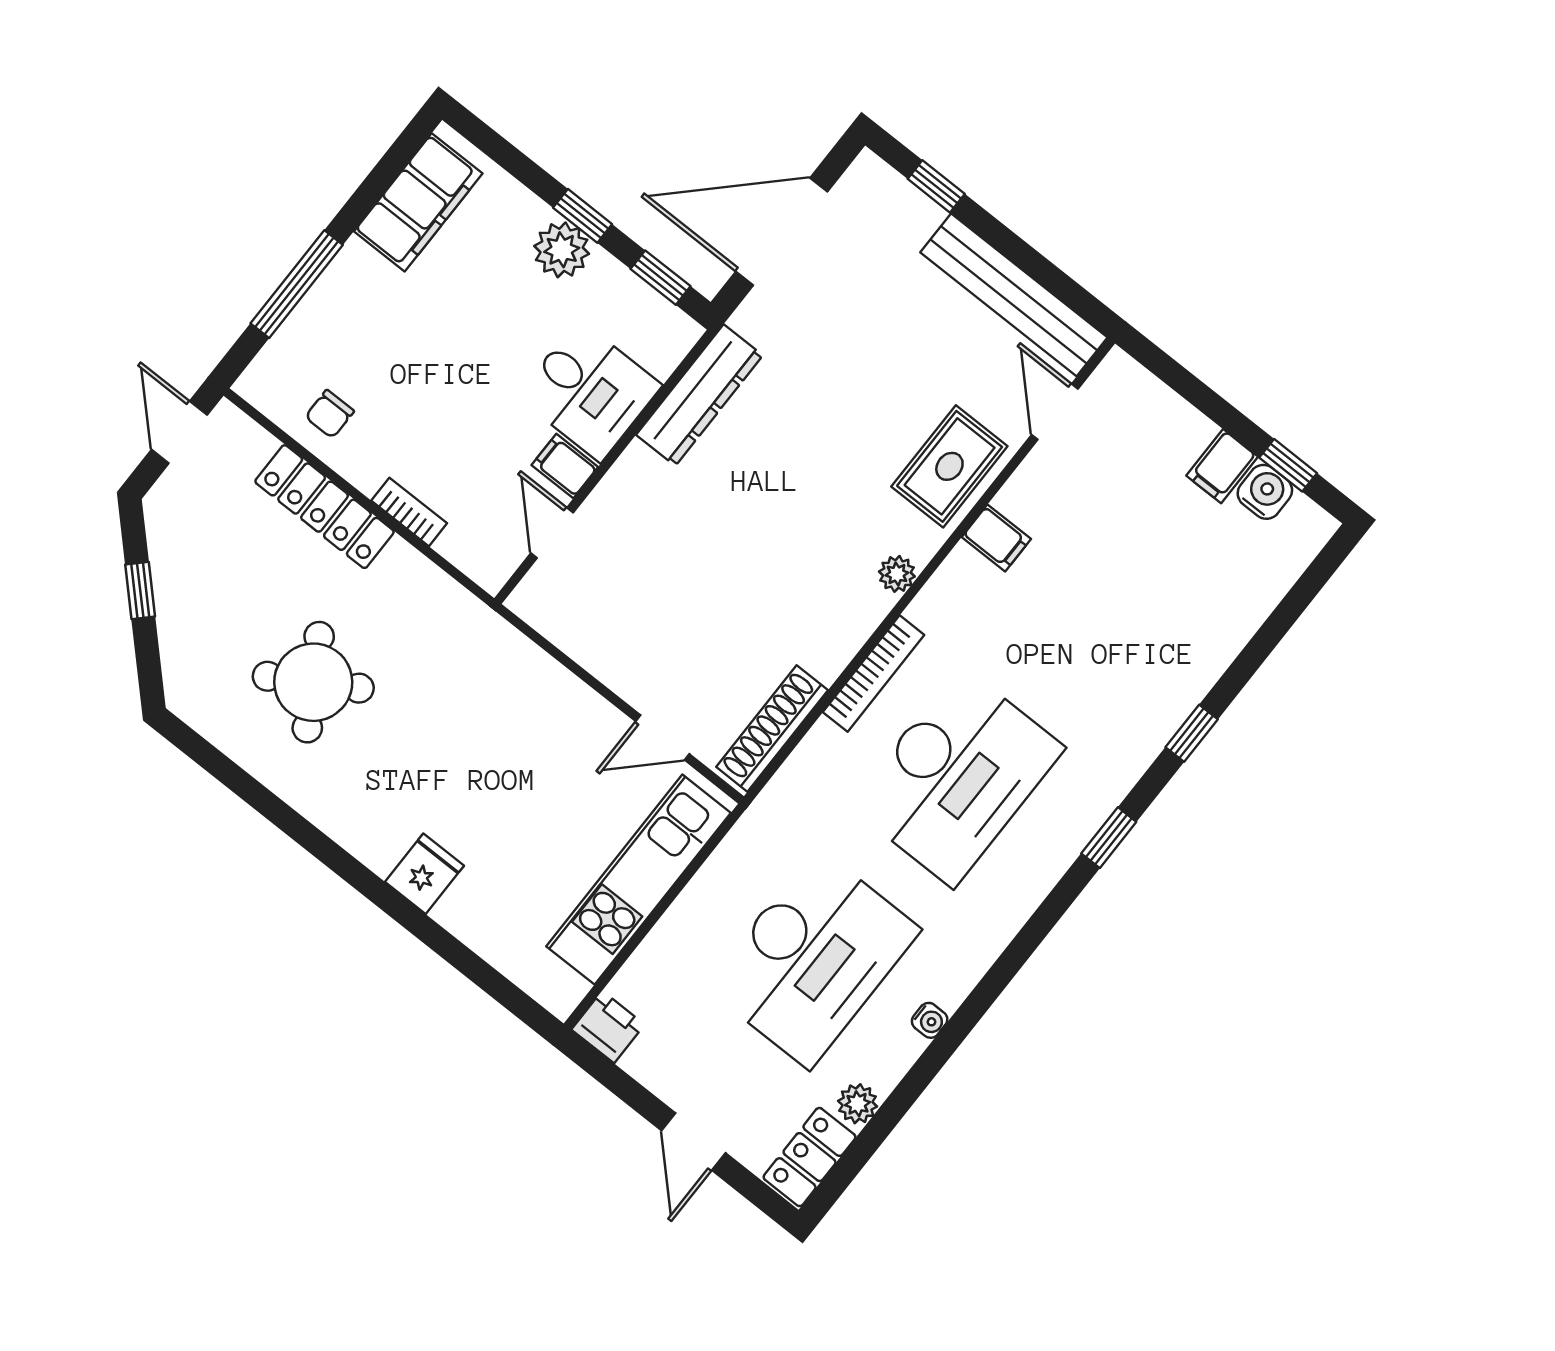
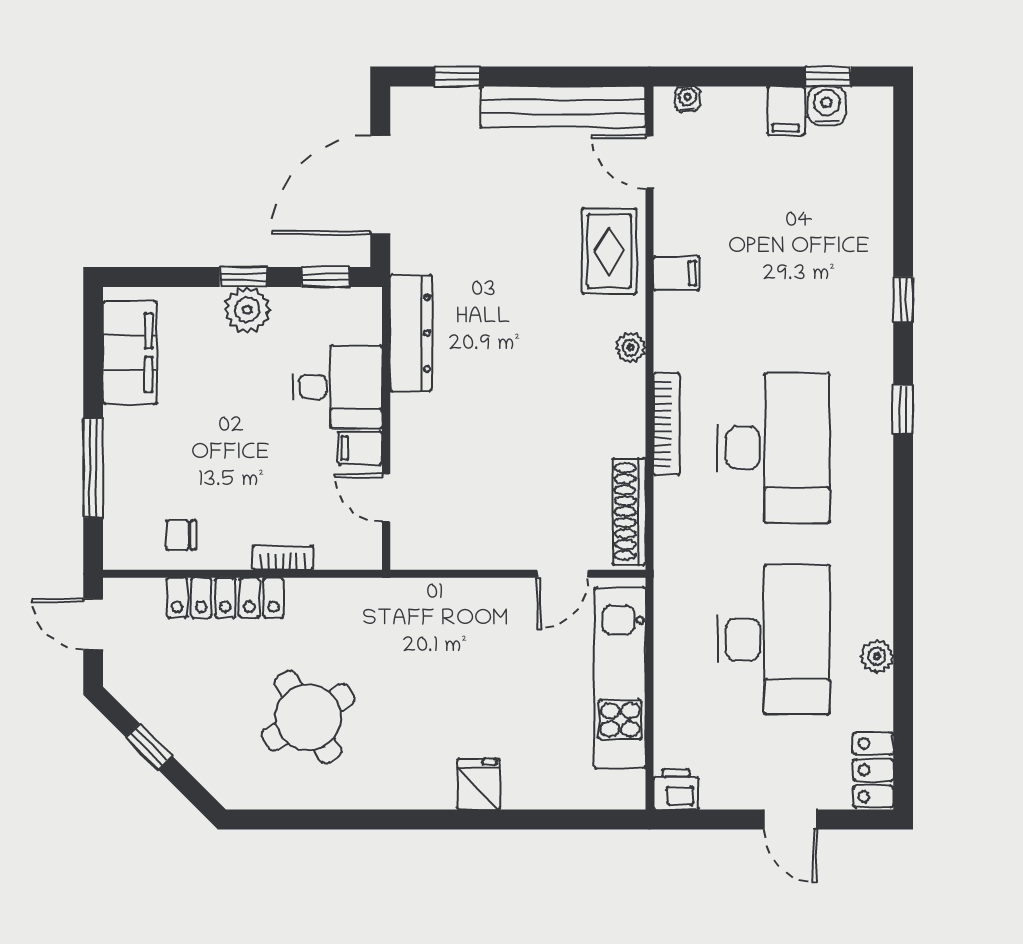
chair: (330, 414) -> (181, 535), turned 90
water cooler: (930, 1020) -> (687, 99), moved, turned -90
plant: (858, 1104) -> (877, 656), moved

